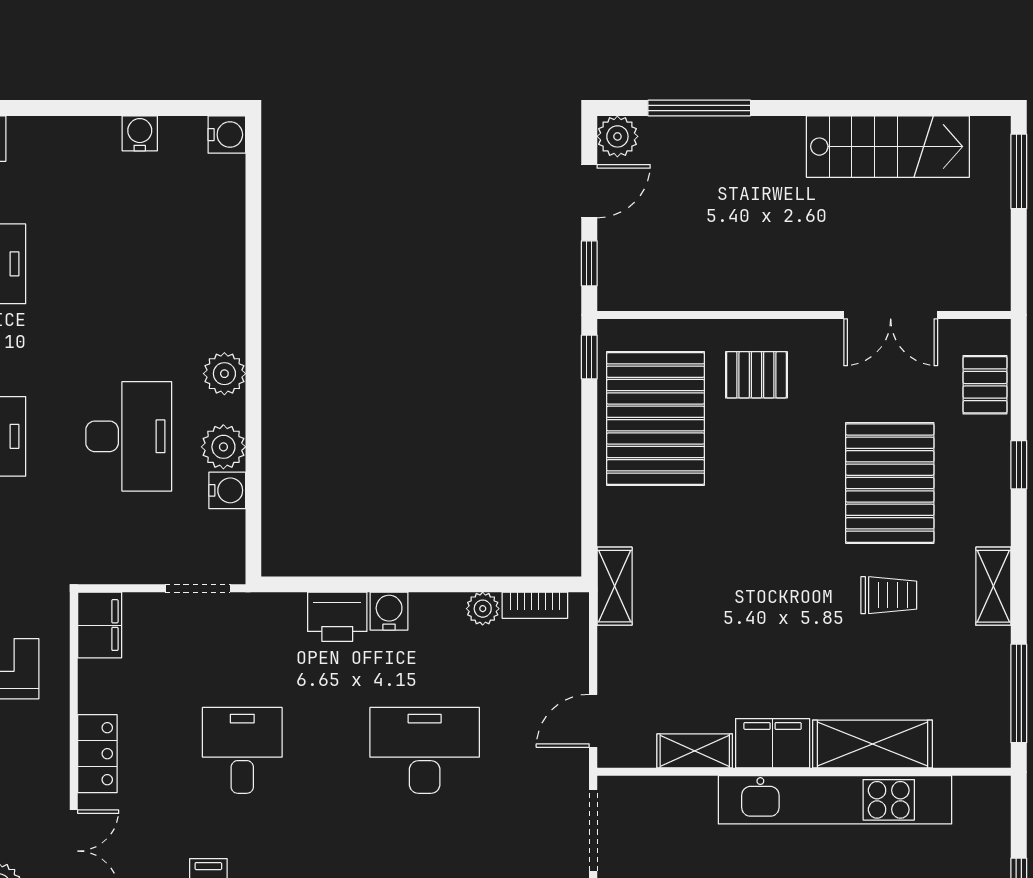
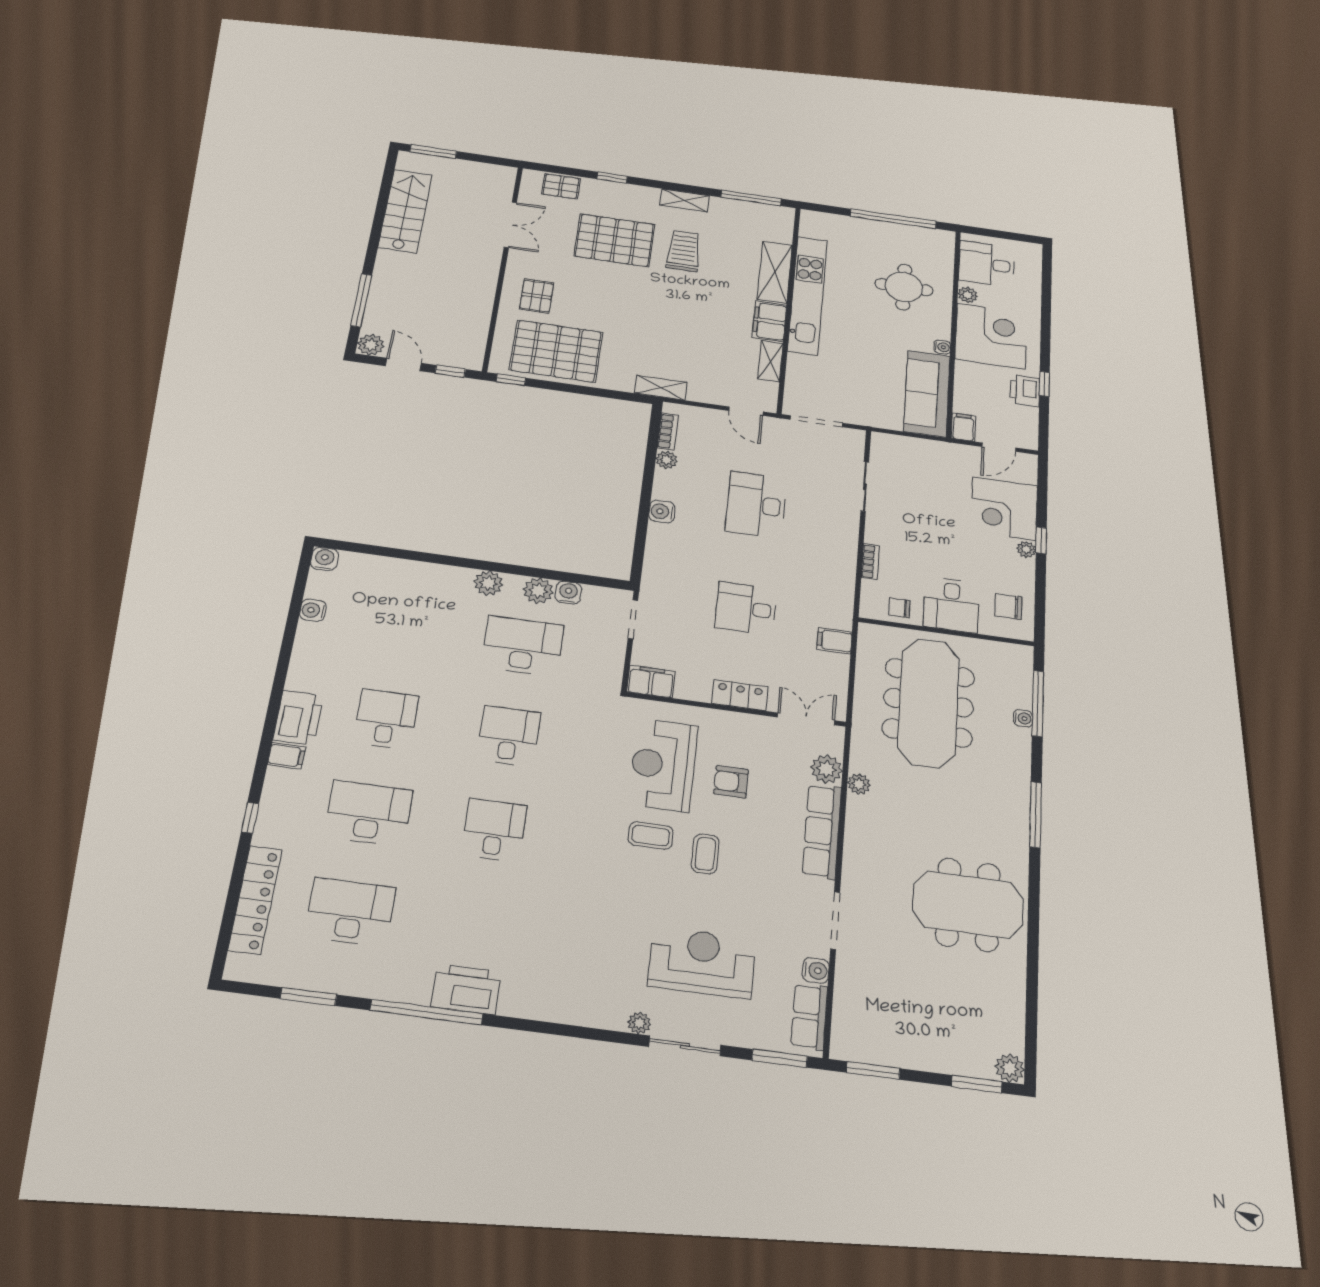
trolley: (889, 595) -> (684, 251), width x1.36, depth x1.39
printer: (337, 617) -> (662, 541), removed

